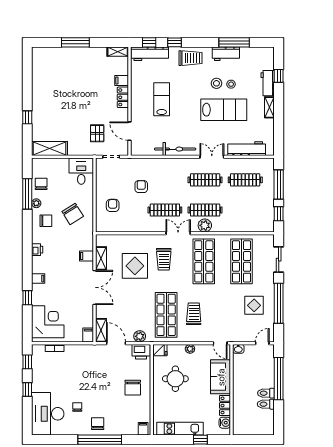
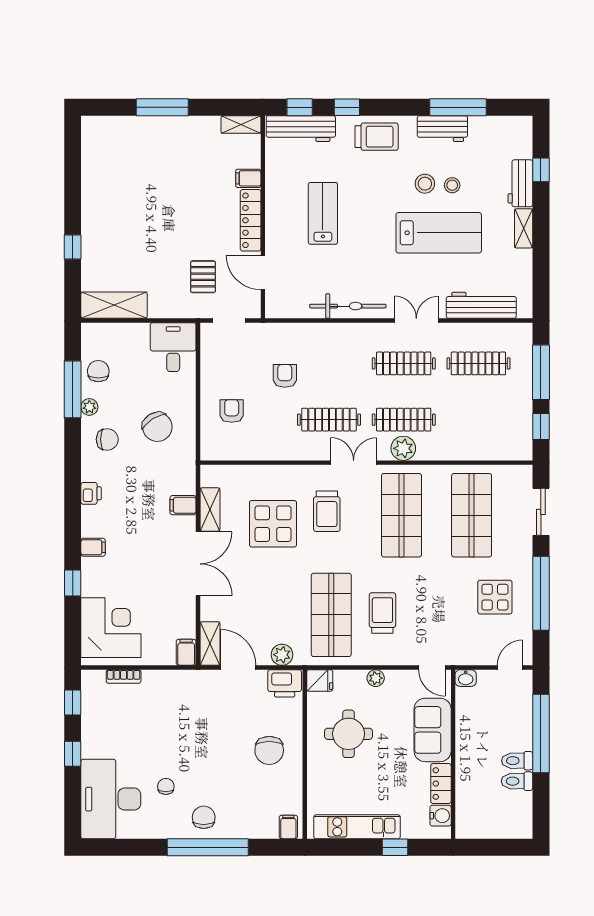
locker: (123, 97) -> (251, 220), width x1.53

